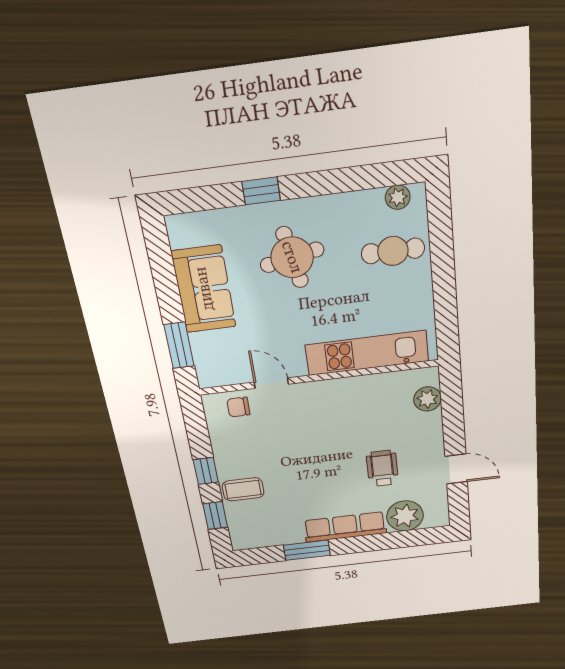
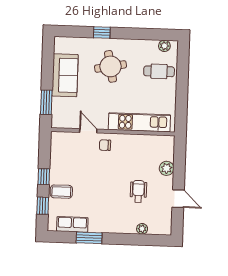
plant: (427, 399) -> (167, 168), moved
chair: (238, 407) -> (105, 145), moved
plant: (405, 516) -> (142, 229), width x0.53, depth x0.53
row of seats: (345, 527) -> (72, 224), moved, width x0.68

